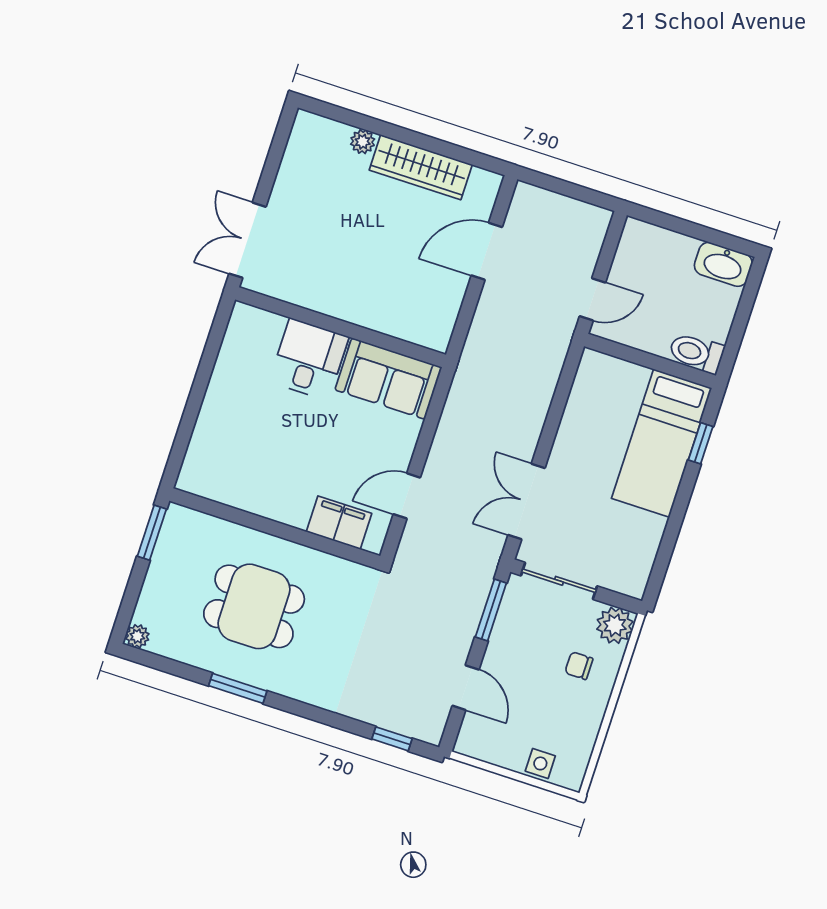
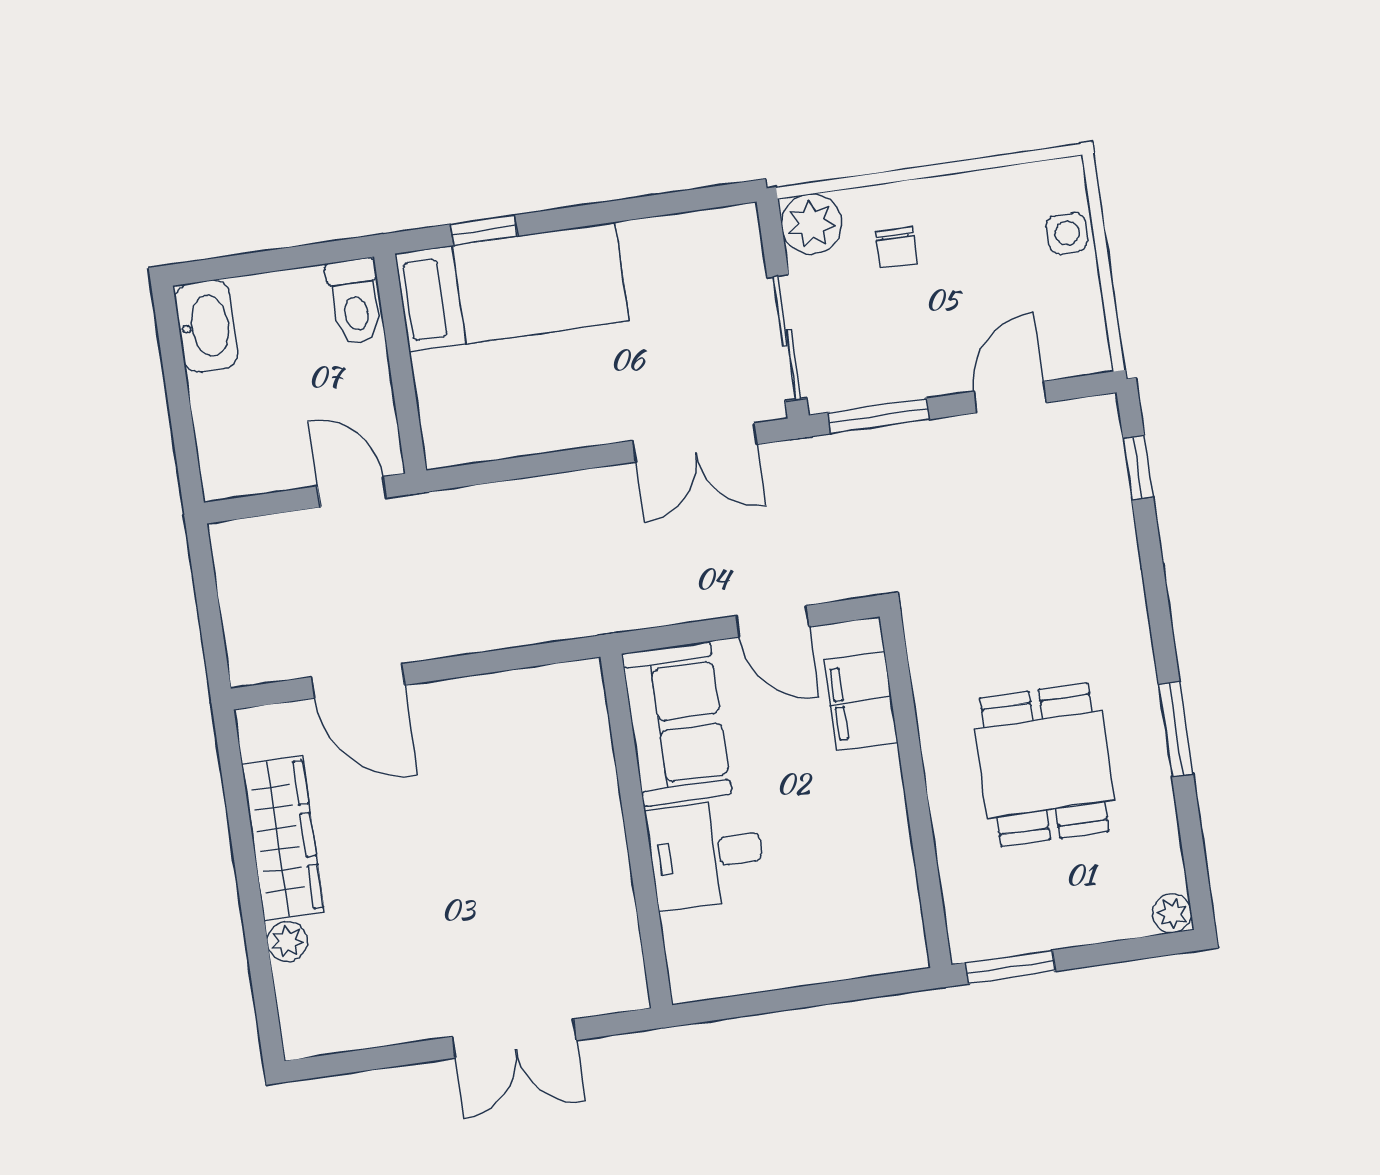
wall: (340, 327) -> (636, 831), moved
desk: (309, 359) -> (706, 854), moved
sofa: (388, 379) -> (677, 724), moved

